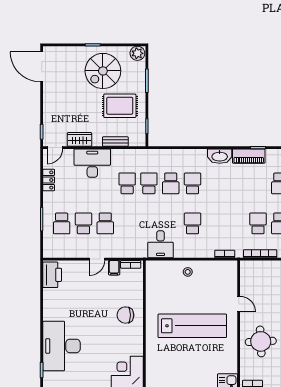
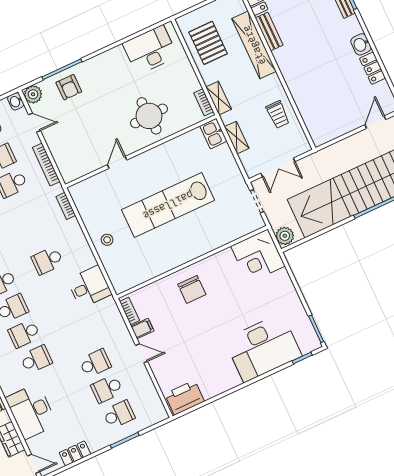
school desk: (127, 183) -> (36, 359), turned 180
lab bench: (192, 326) -> (168, 205), turned -90

